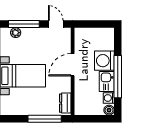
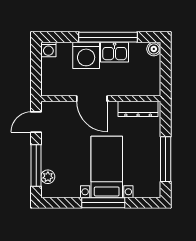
washing machine: (109, 98) -> (48, 49), moved
dresser: (65, 103) -> (138, 109), width x1.44
window: (45, 119) -> (166, 159), moved

